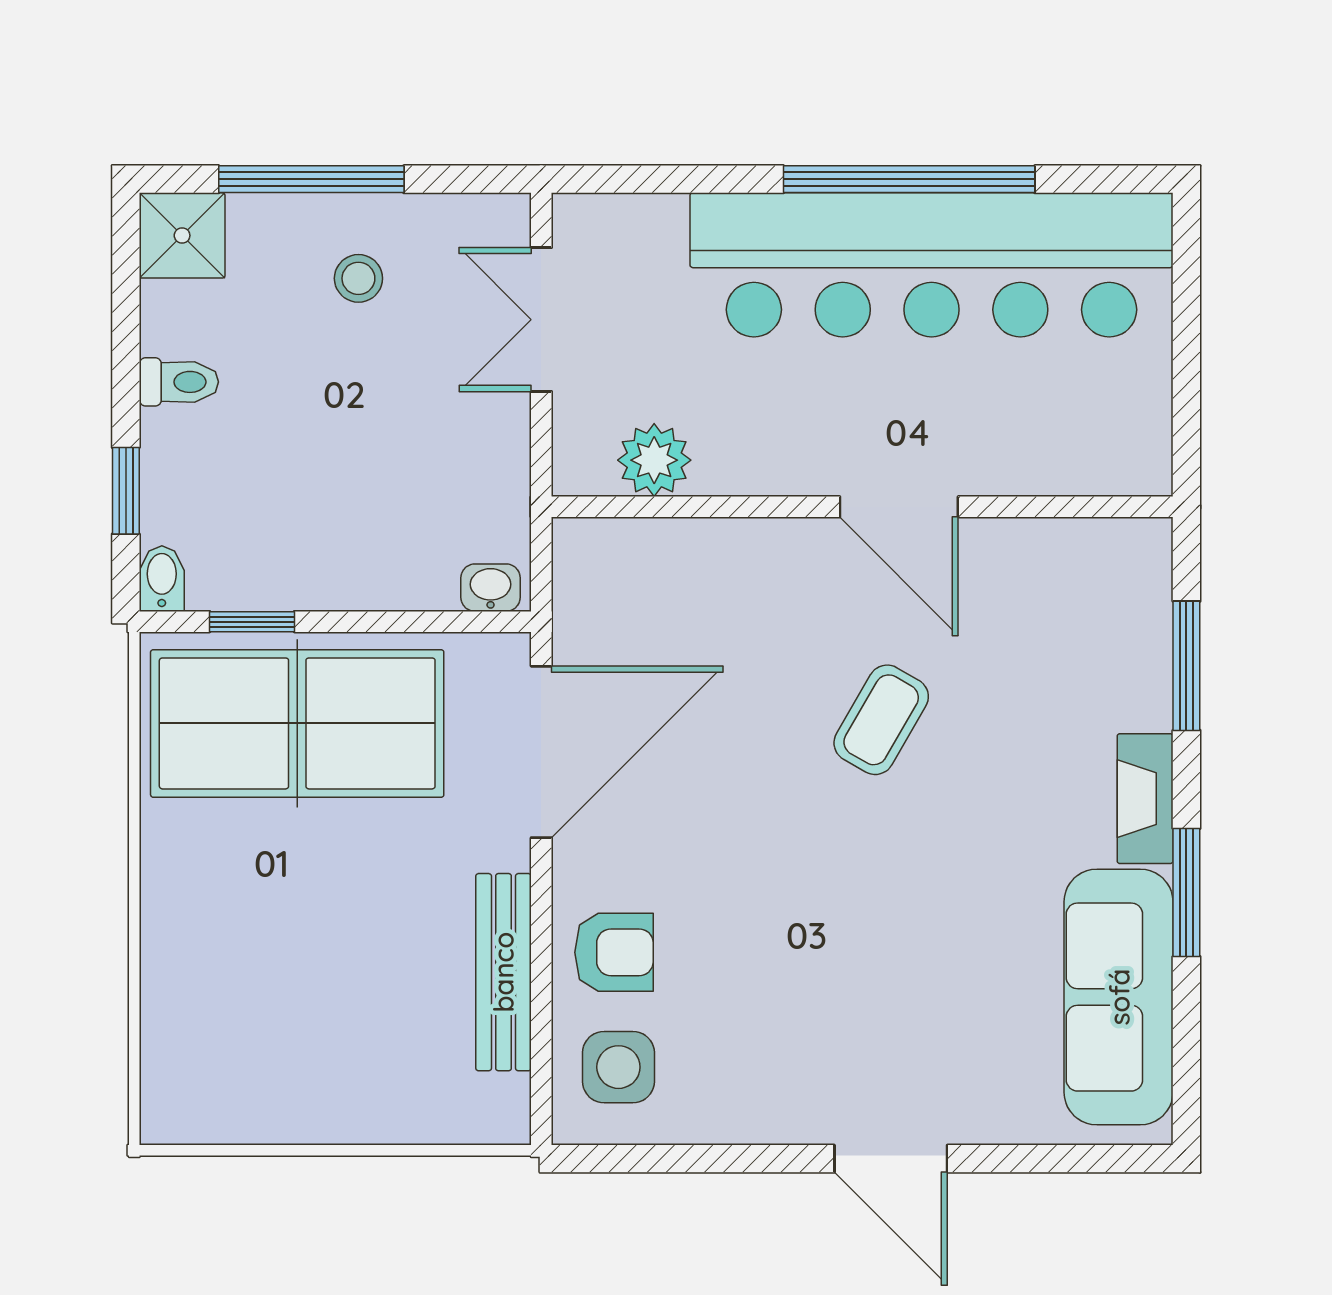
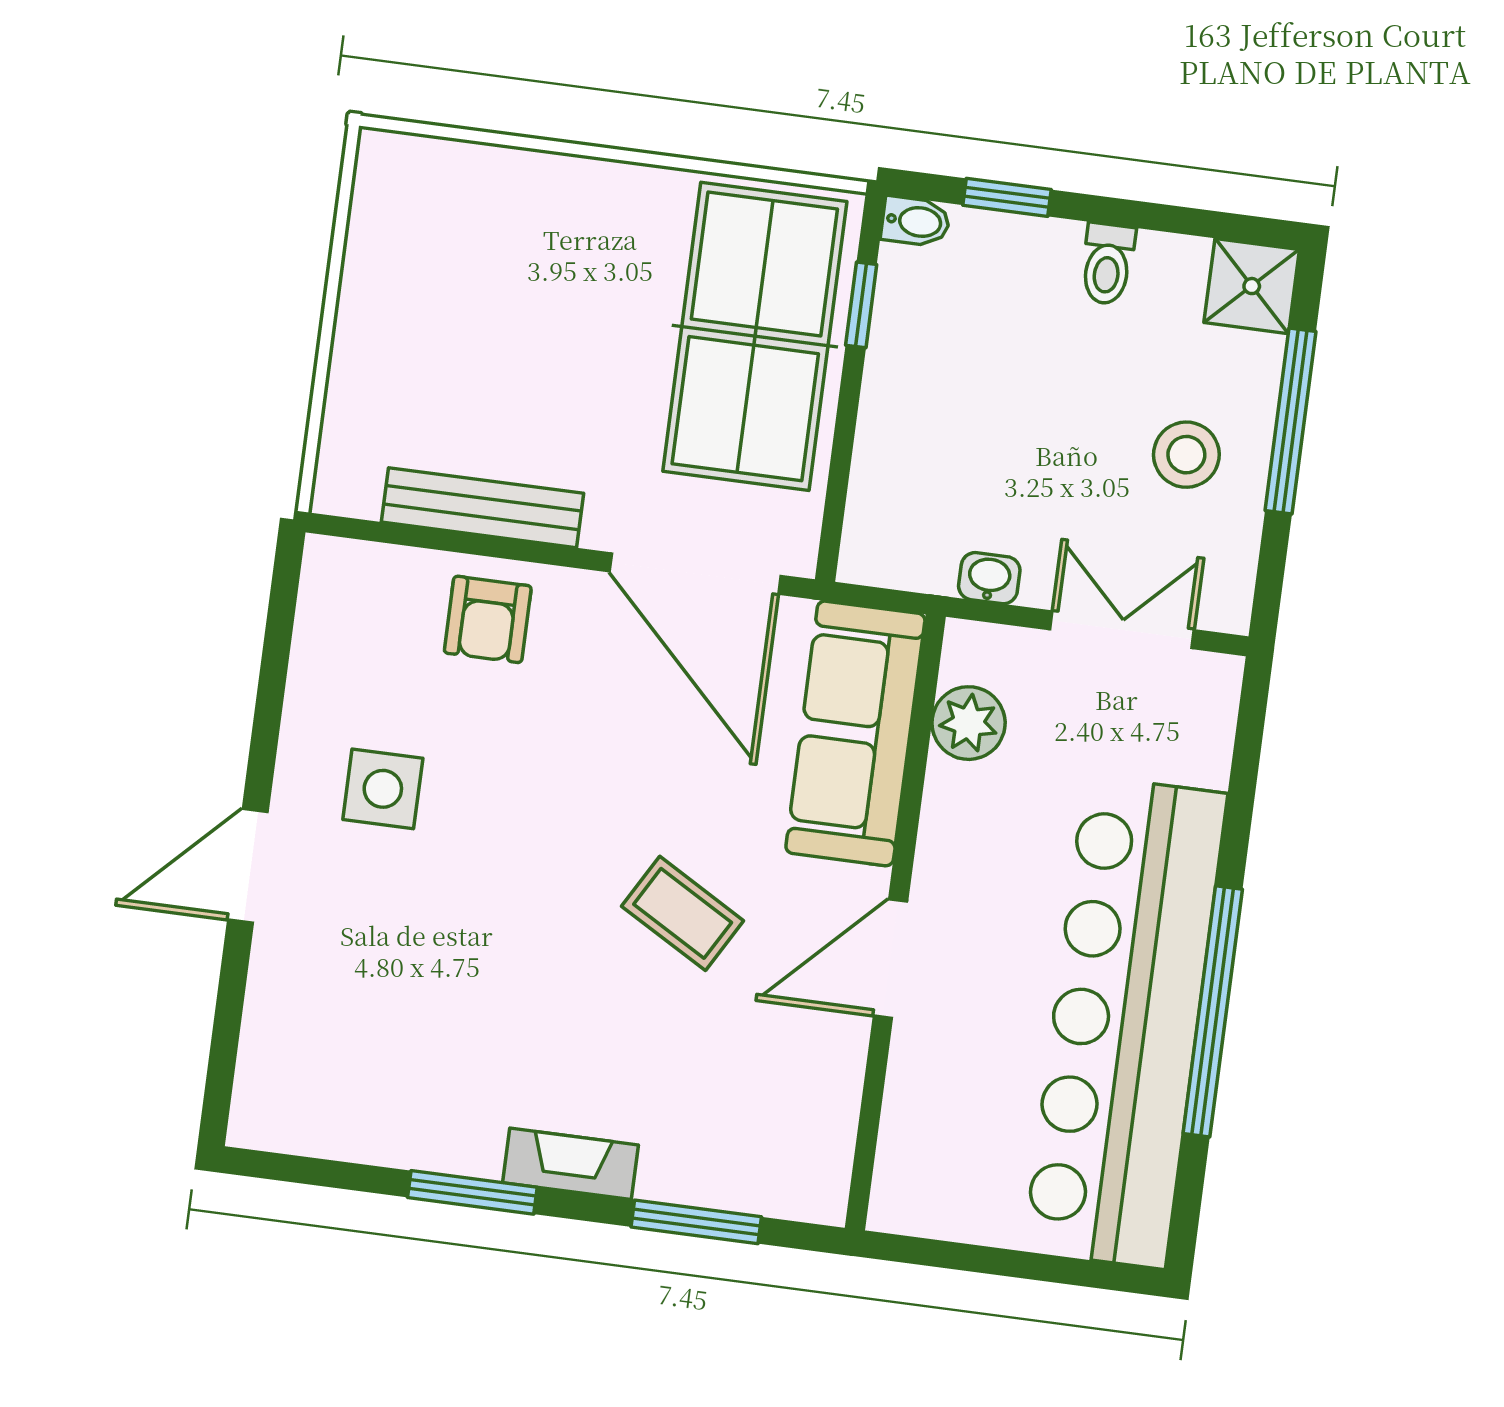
stool: (358, 278) -> (1186, 455), width x1.37, depth x1.37
washbasin: (491, 588) -> (989, 578), moved, turned -90
sofa: (1119, 997) -> (855, 733), moved, turned -90
side table: (618, 1067) -> (383, 789), moved

